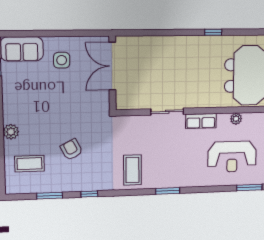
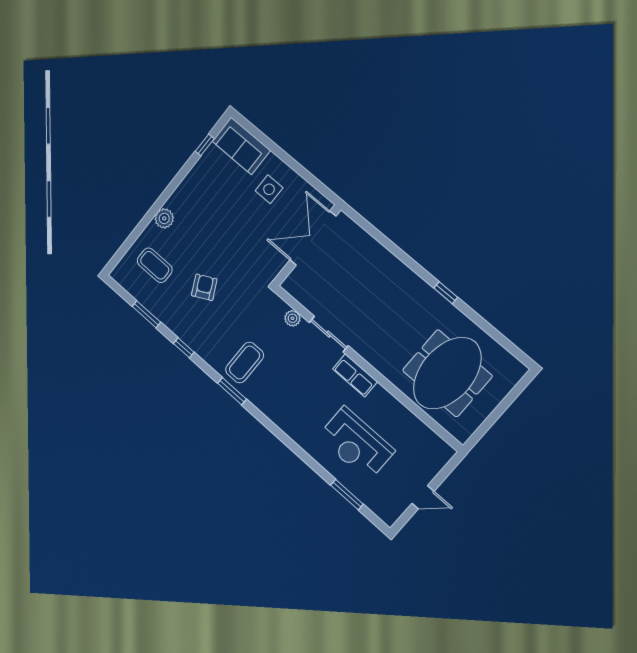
plant: (236, 119) -> (293, 318), moved
window: (168, 191) -> (232, 391), moved

